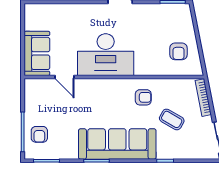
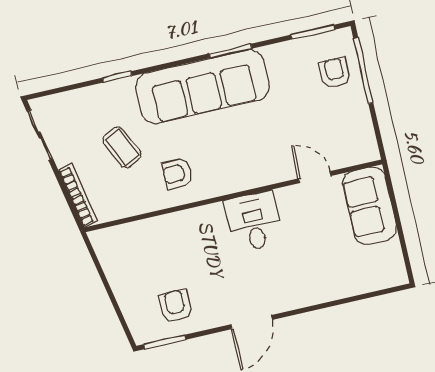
armchair: (178, 51) -> (175, 306), moved
desk: (106, 55) -> (254, 222), width x0.53, depth x0.77
coffee table: (172, 119) -> (122, 147), turned 34

